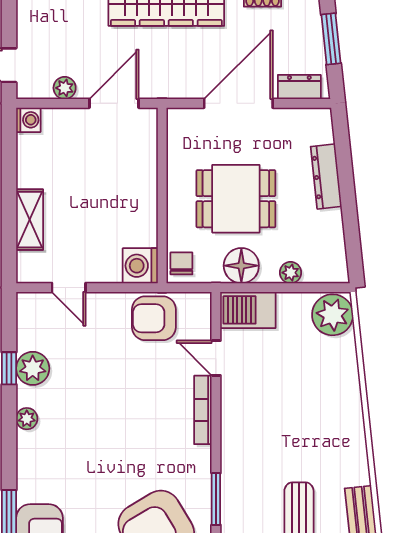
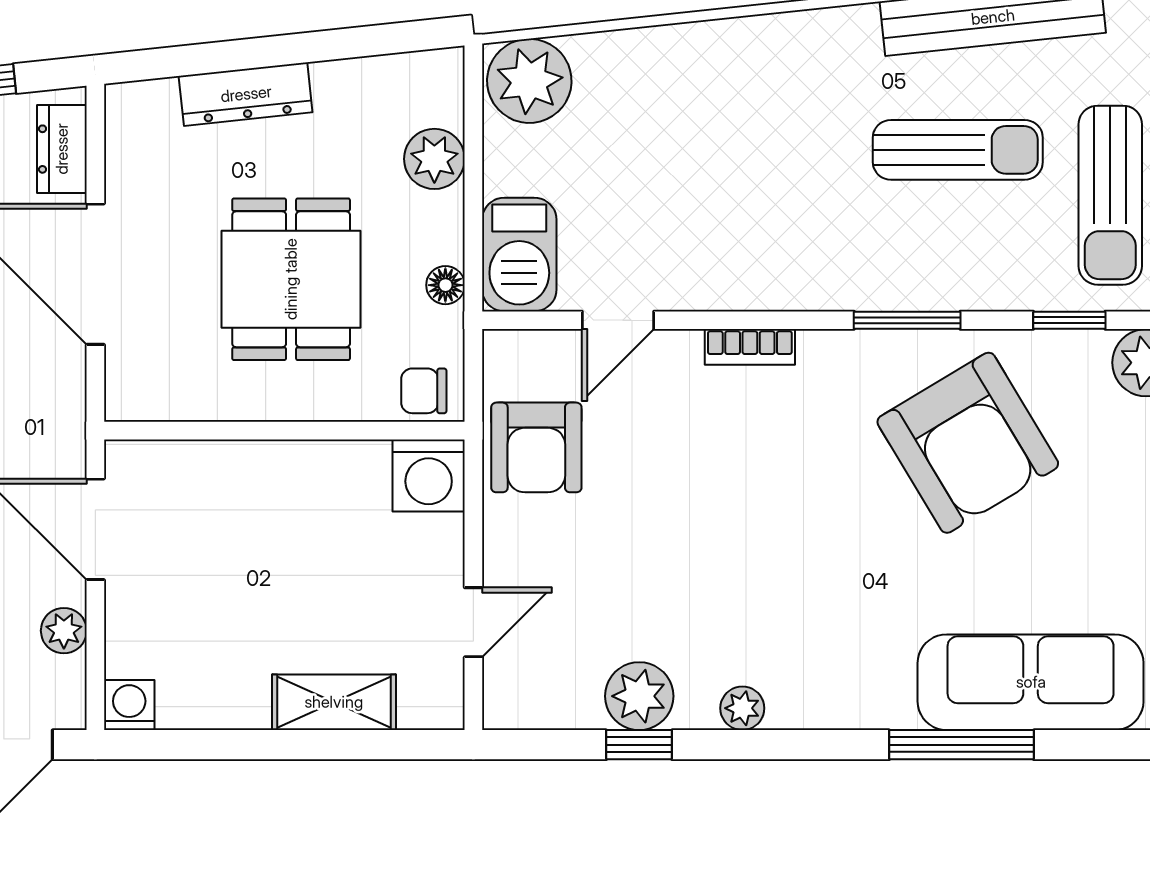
floor lamp: (241, 266) -> (445, 285), width x0.53, depth x0.53
plant: (291, 273) -> (434, 159), width x1.38, depth x1.38
bookcase: (203, 410) -> (750, 347), width x0.64

